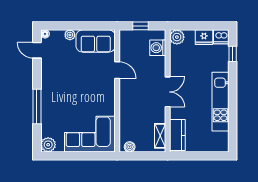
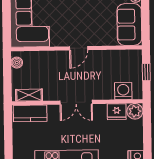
fridge: (204, 37) -> (117, 112), moved, turned -90
door: (117, 70) -> (79, 48), moved

